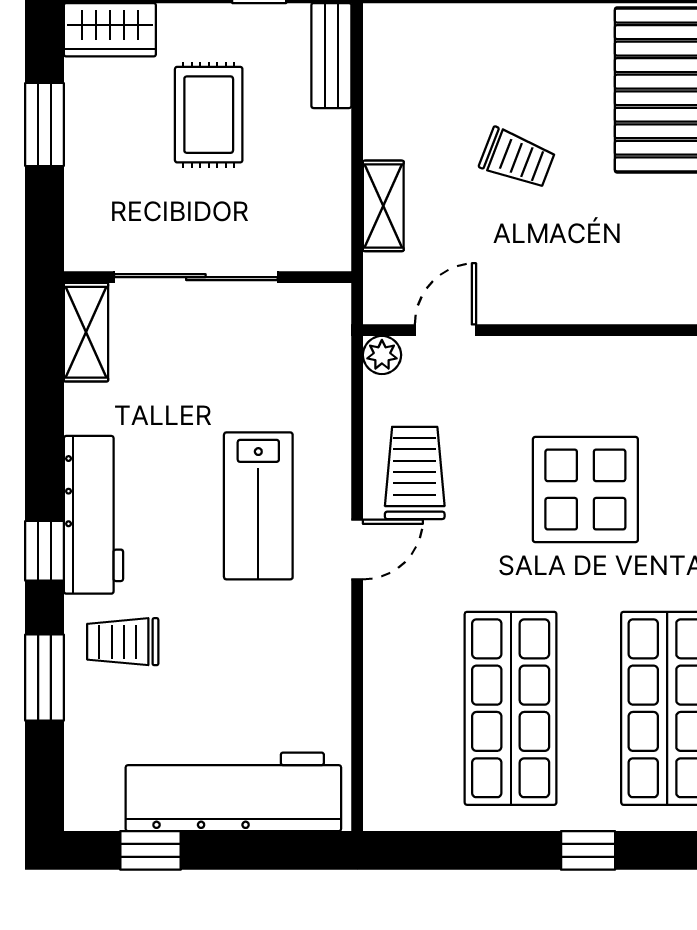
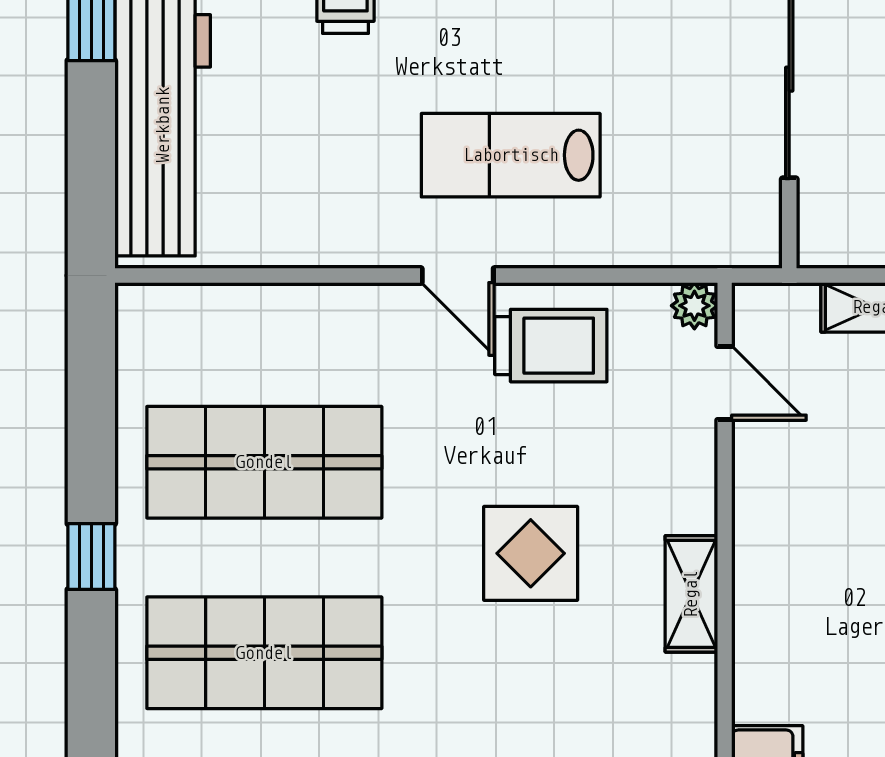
shelving: (619, 358) -> (691, 594), added
display table: (585, 490) -> (531, 553), width x0.73, depth x0.73

